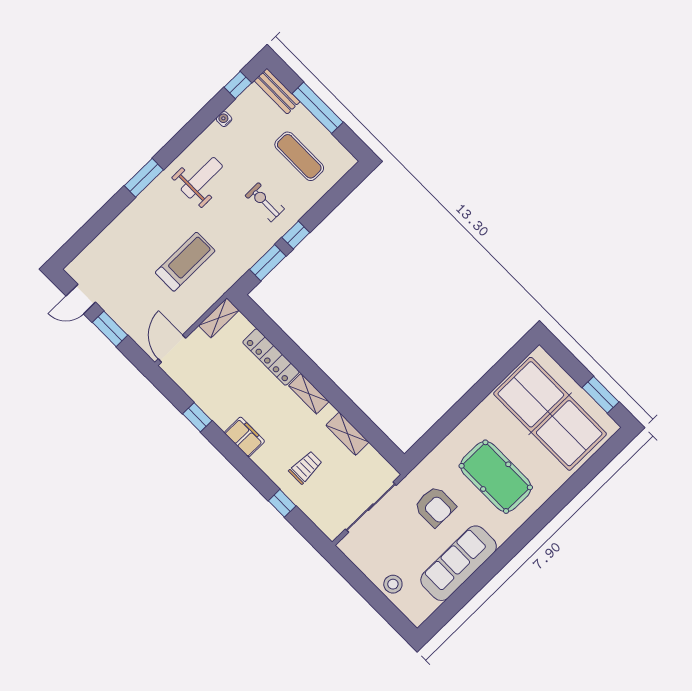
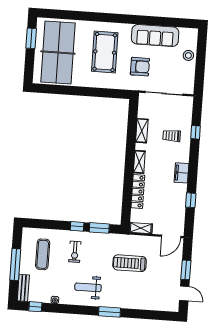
armchair: (435, 506) -> (140, 67), turned 90

